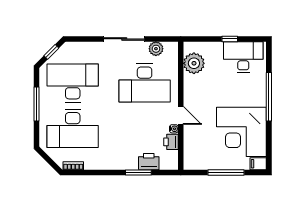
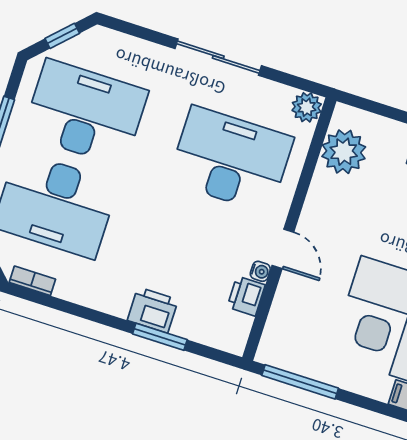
plant: (156, 49) -> (307, 107), moved
desk: (145, 83) -> (231, 159), turned 180
printer: (149, 162) -> (153, 310), moved
window: (226, 172) -> (300, 382), moved

